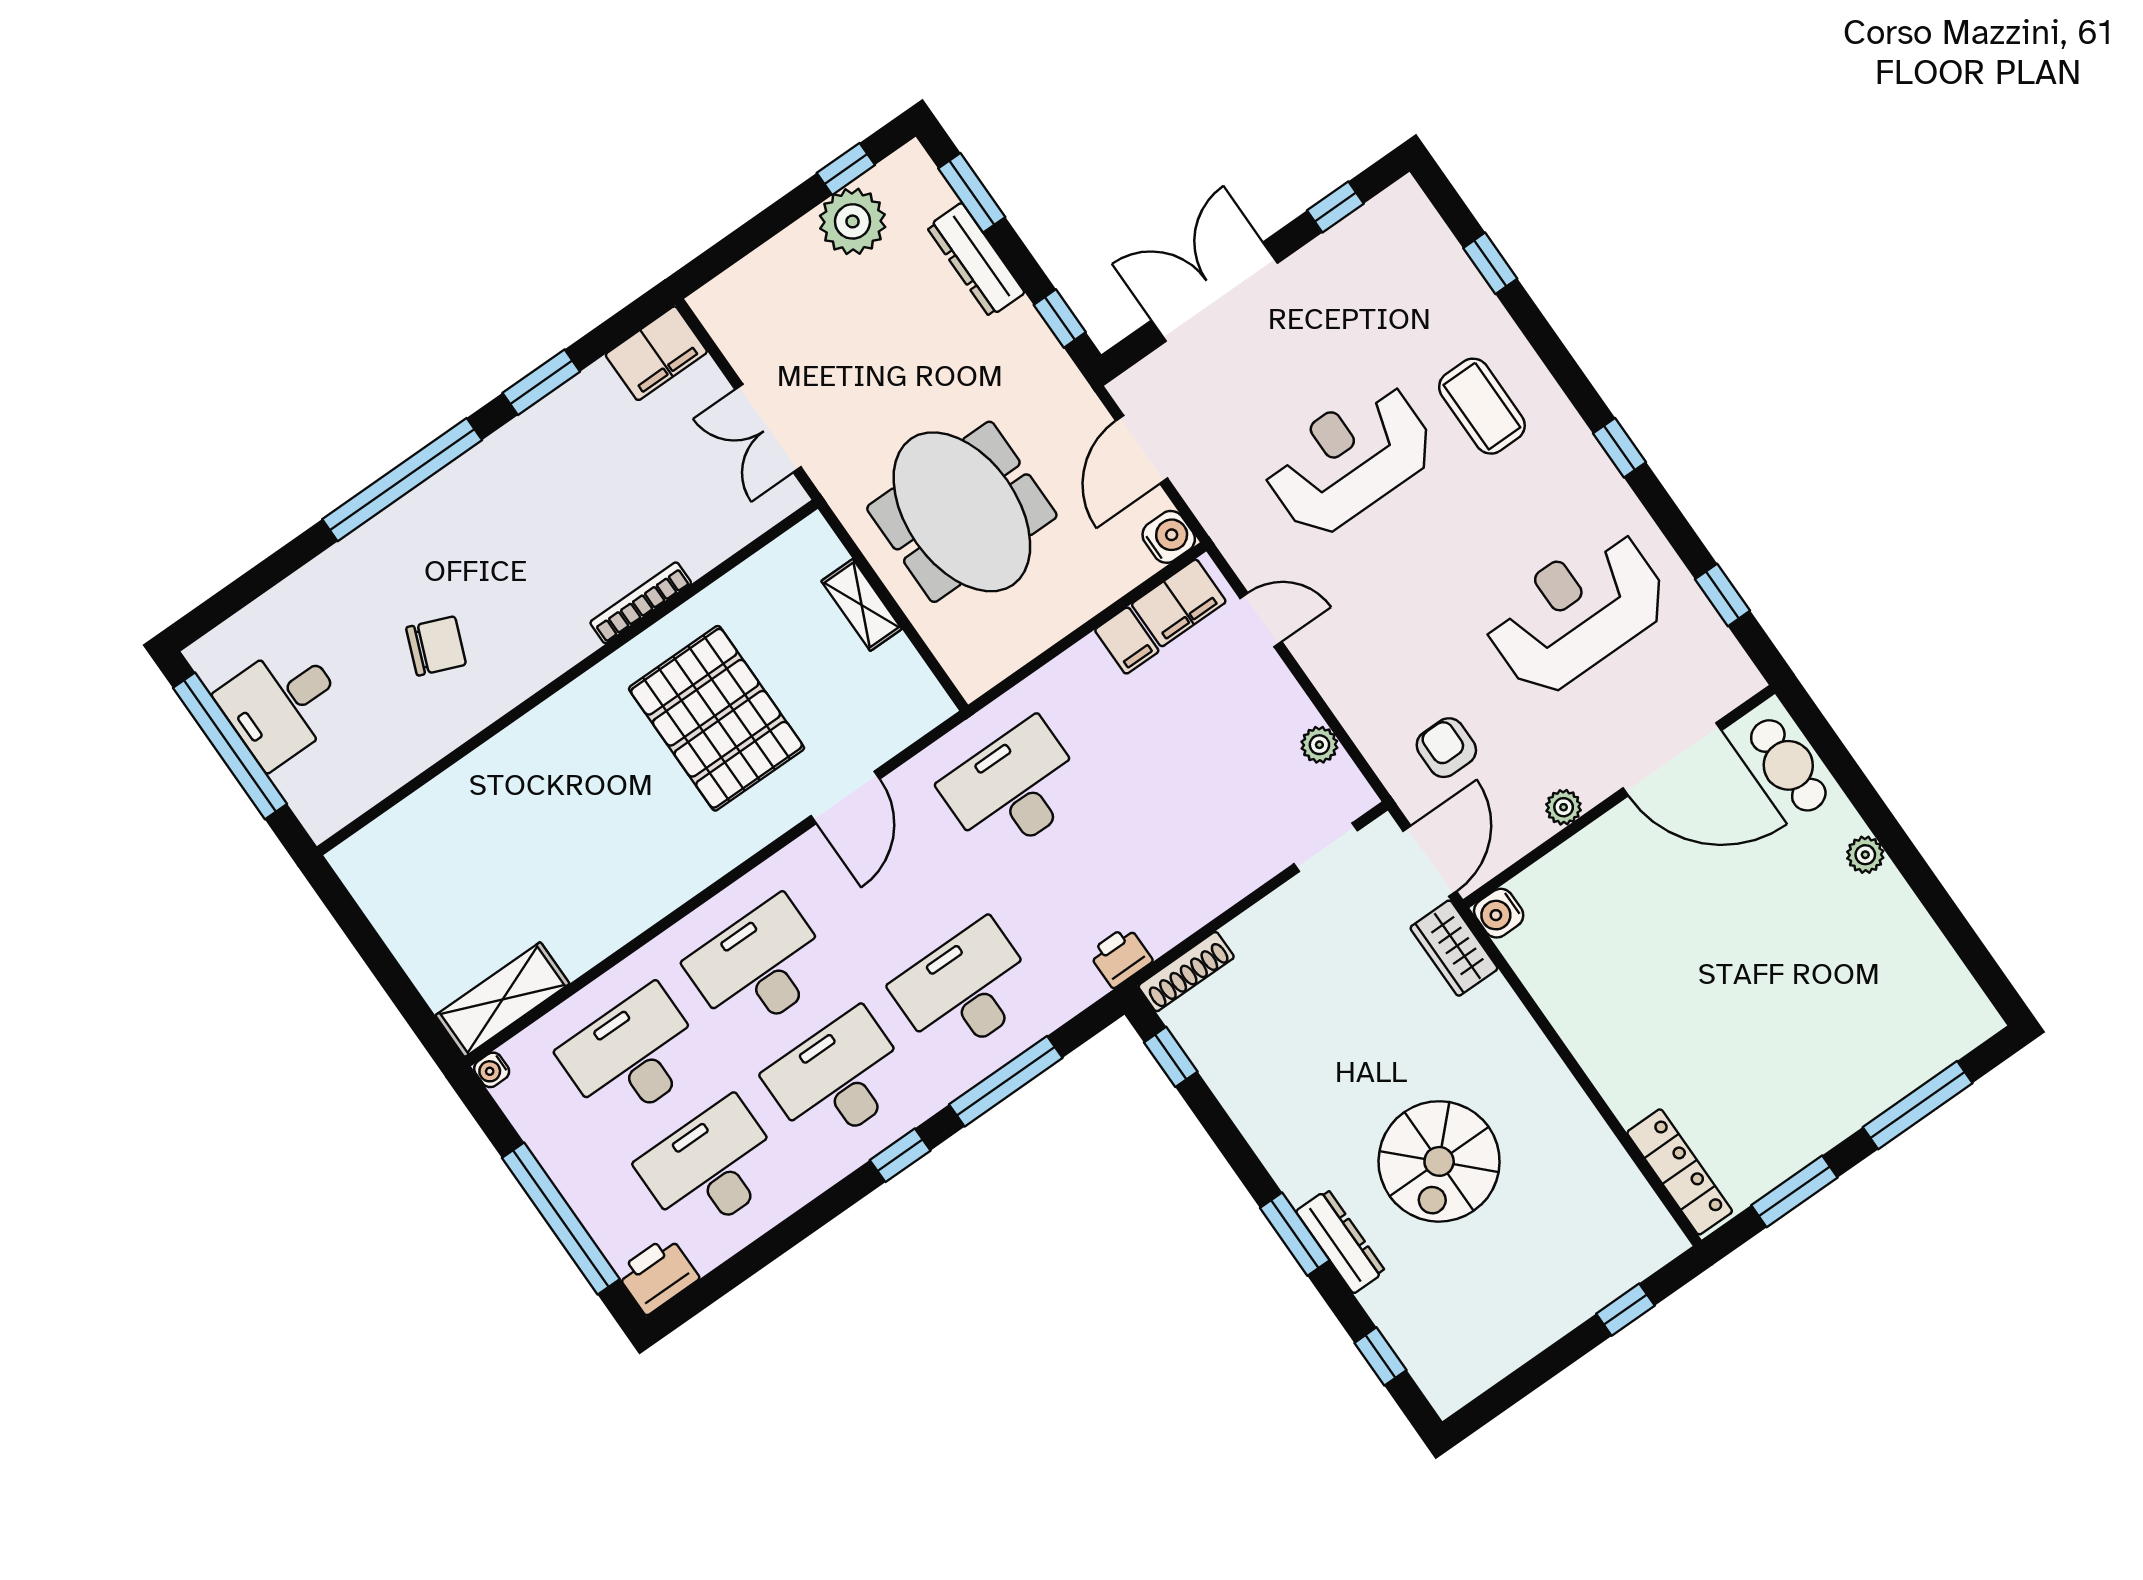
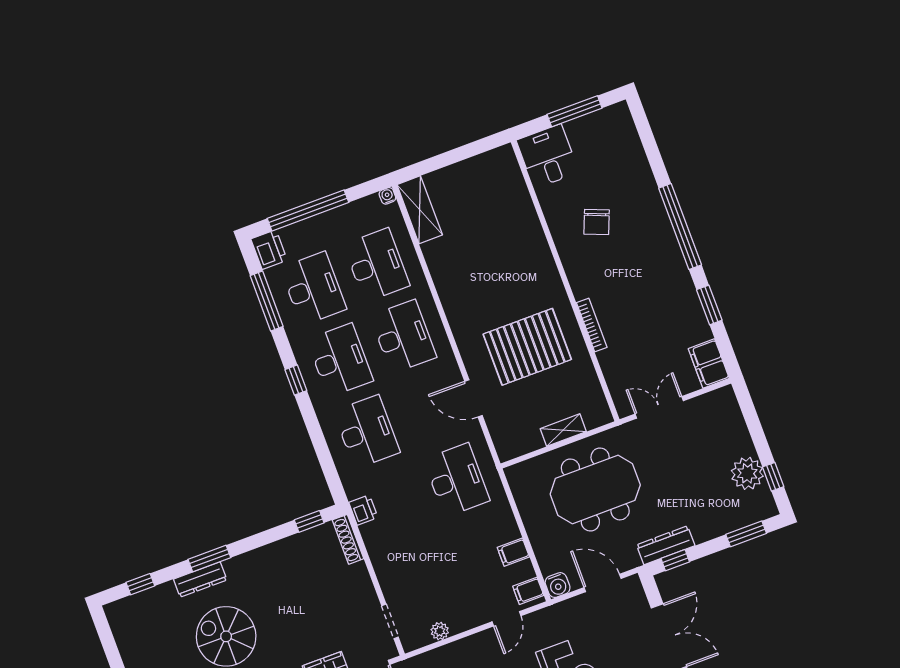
dresser: (976, 260) -> (666, 545), moved
filing cabinet: (1179, 603) -> (528, 591), width x0.50
desk: (282, 704) -> (548, 156), moved
window: (230, 746) -> (575, 111), width x0.68
window: (1006, 1081) -> (267, 301), moved

